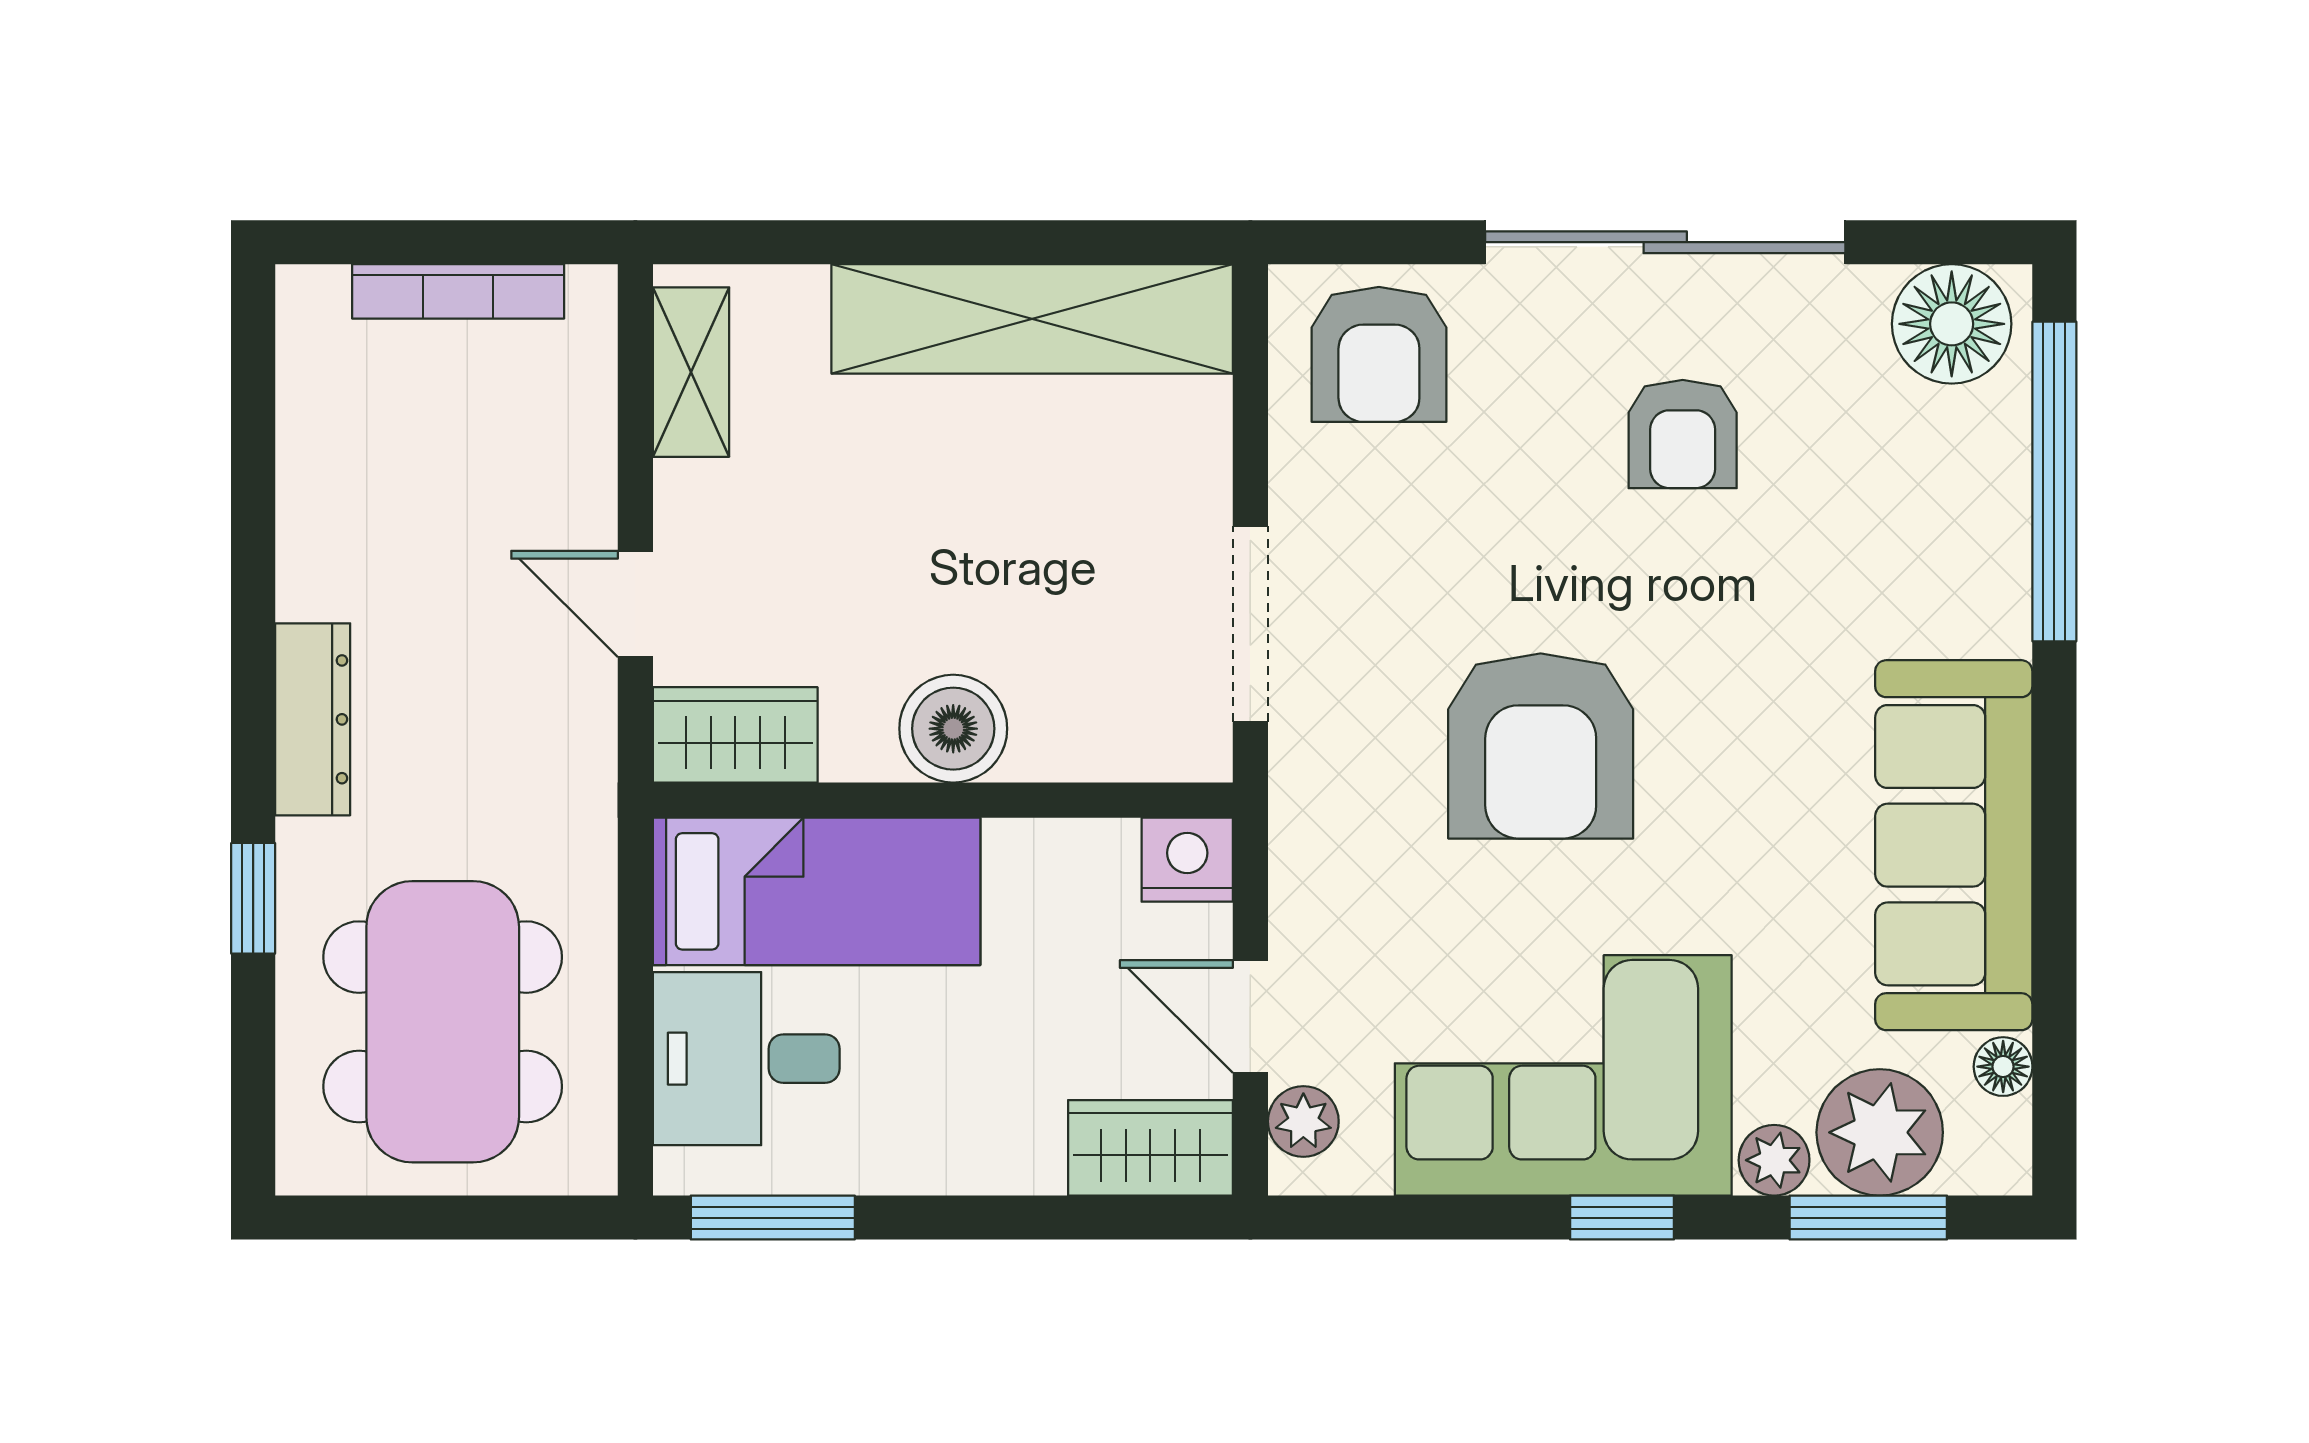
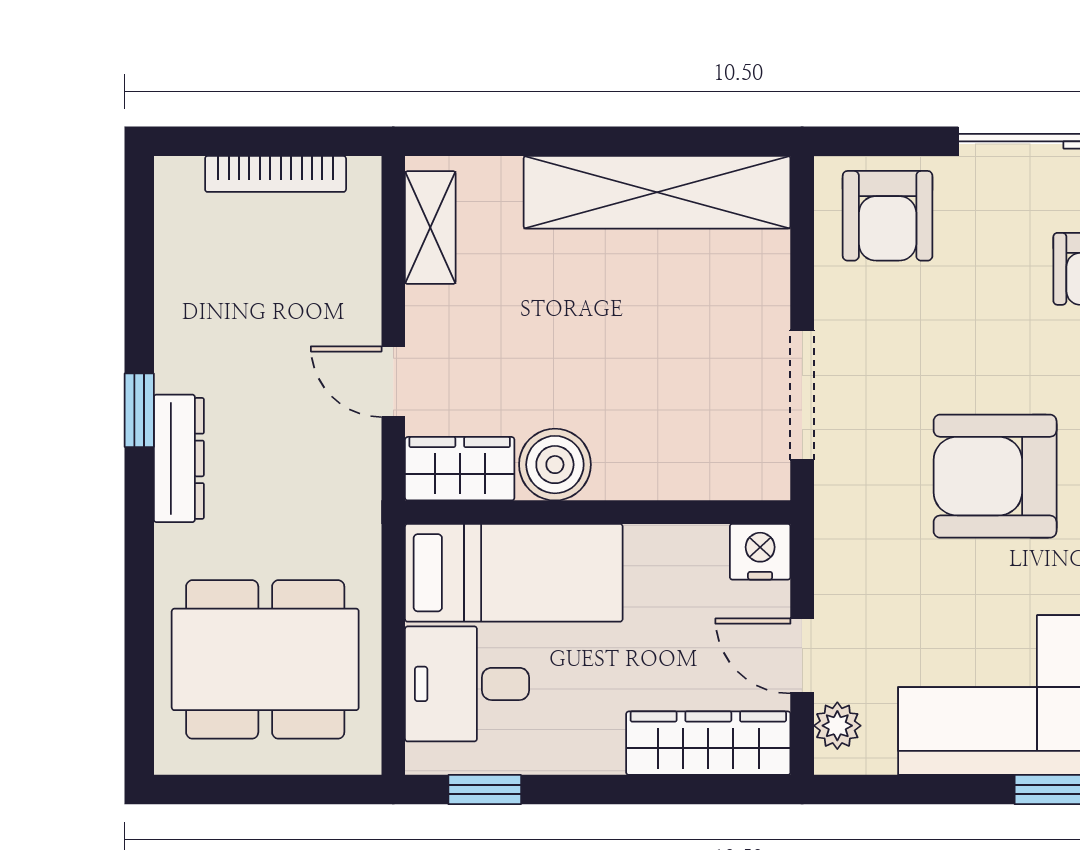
boiler: (953, 729) -> (555, 465), moved
armchair: (1541, 746) -> (995, 476), turned 90
window: (253, 898) -> (139, 410), moved
dining table: (443, 1022) -> (265, 659), turned 90
wardrobe: (1150, 1148) -> (708, 743), width x1.50
window: (773, 1218) -> (485, 790), width x0.67

